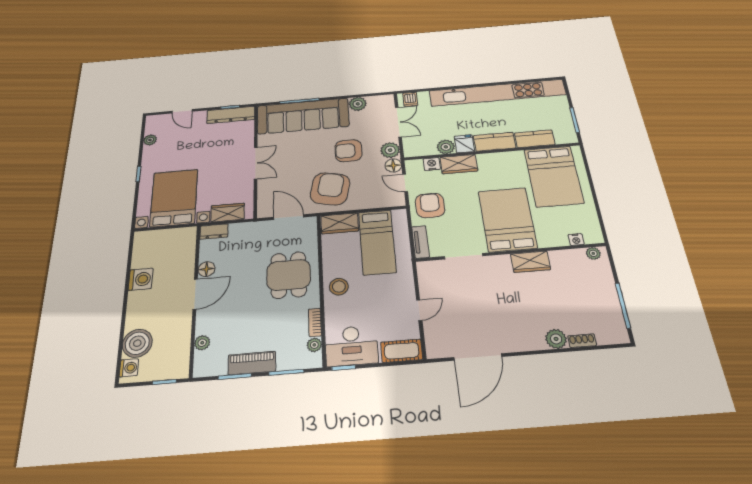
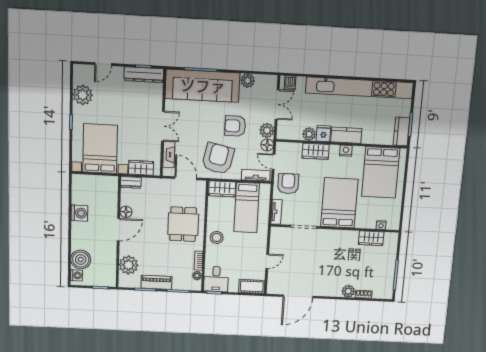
door: (182, 111) -> (103, 64), hinge flipped
kitchen counter: (535, 139) -> (401, 131), moved, turned -90
plant: (150, 140) -> (83, 95), width x1.87, depth x1.87
nightstand: (432, 164) -> (346, 151), moved
fireplace: (264, 193) -> (169, 155), added
tv unit: (384, 201) -> (256, 175), added
plant: (593, 253) -> (389, 237), removed
wardrobe: (530, 262) -> (371, 238), moved
plant: (202, 343) -> (128, 265), width x1.87, depth x1.87
desk: (351, 346) -> (216, 279), width x0.73

